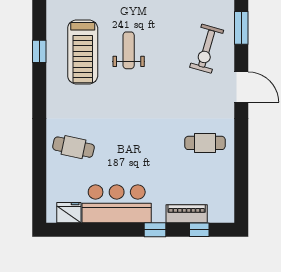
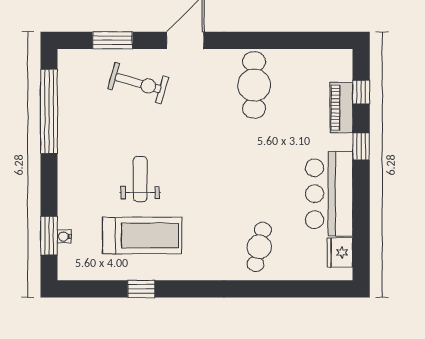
weight bench: (129, 50) -> (140, 179), turned 90
cafe table: (205, 143) -> (254, 85), width x1.37, depth x1.35

